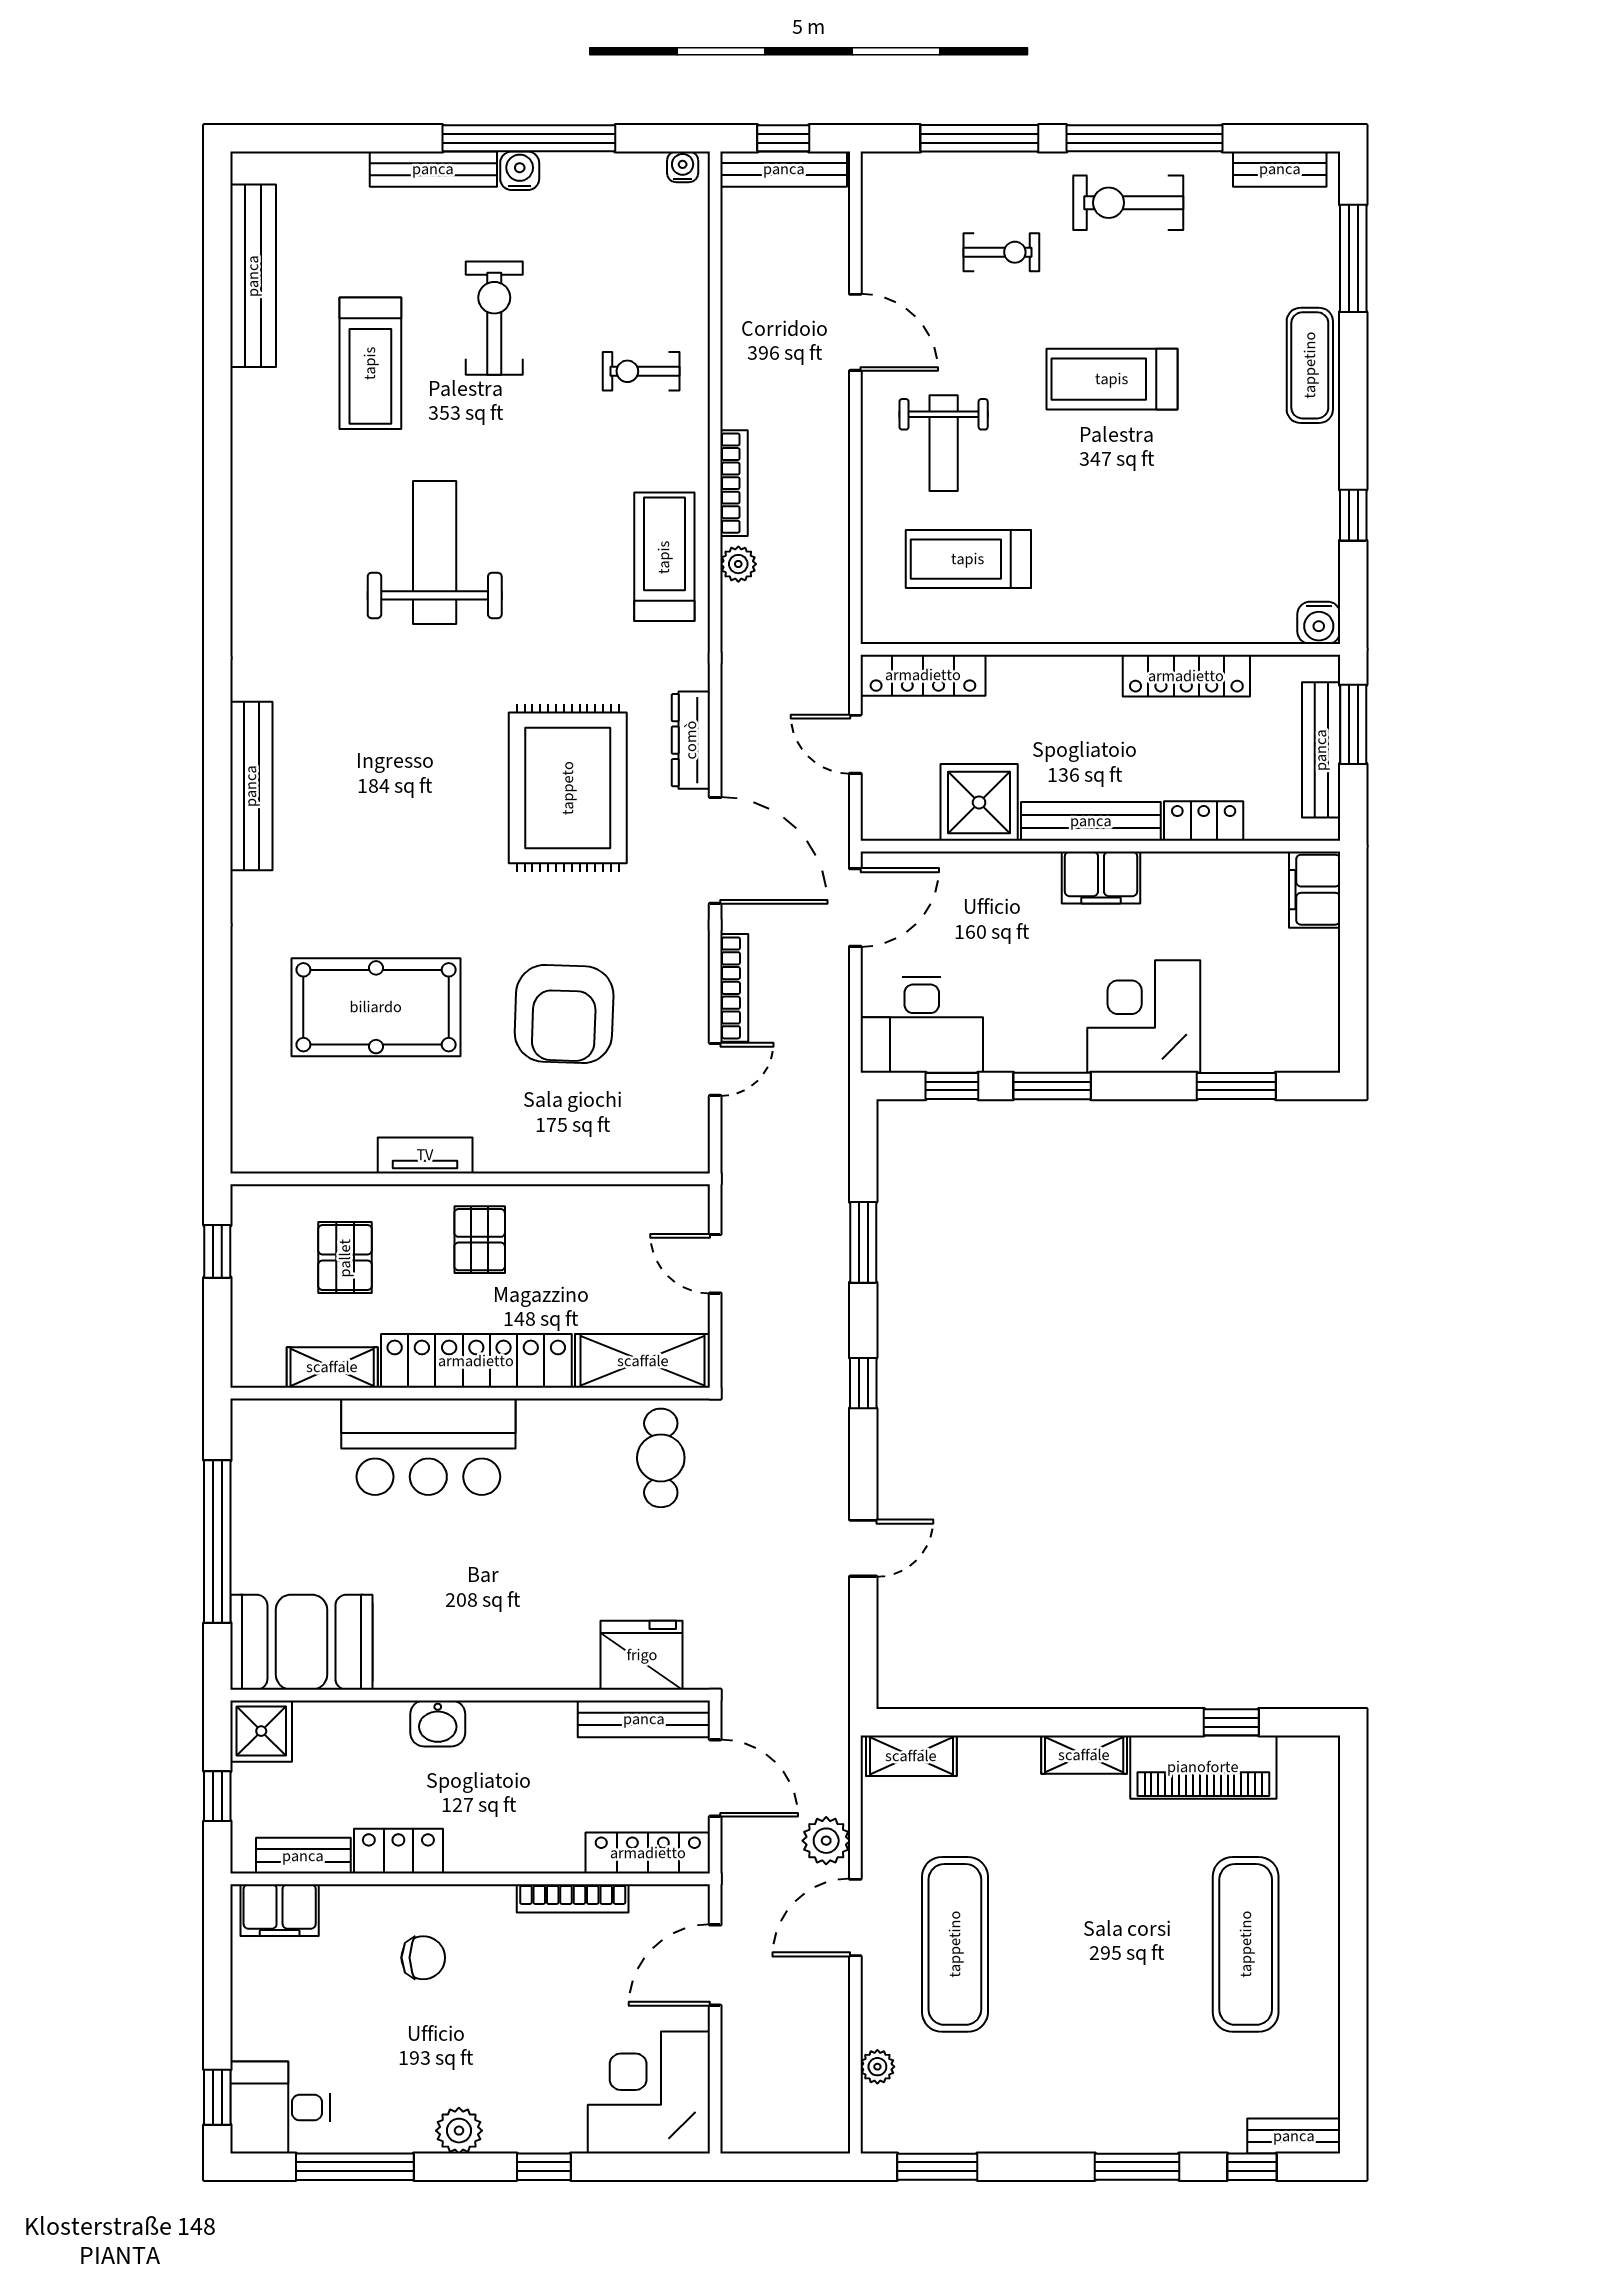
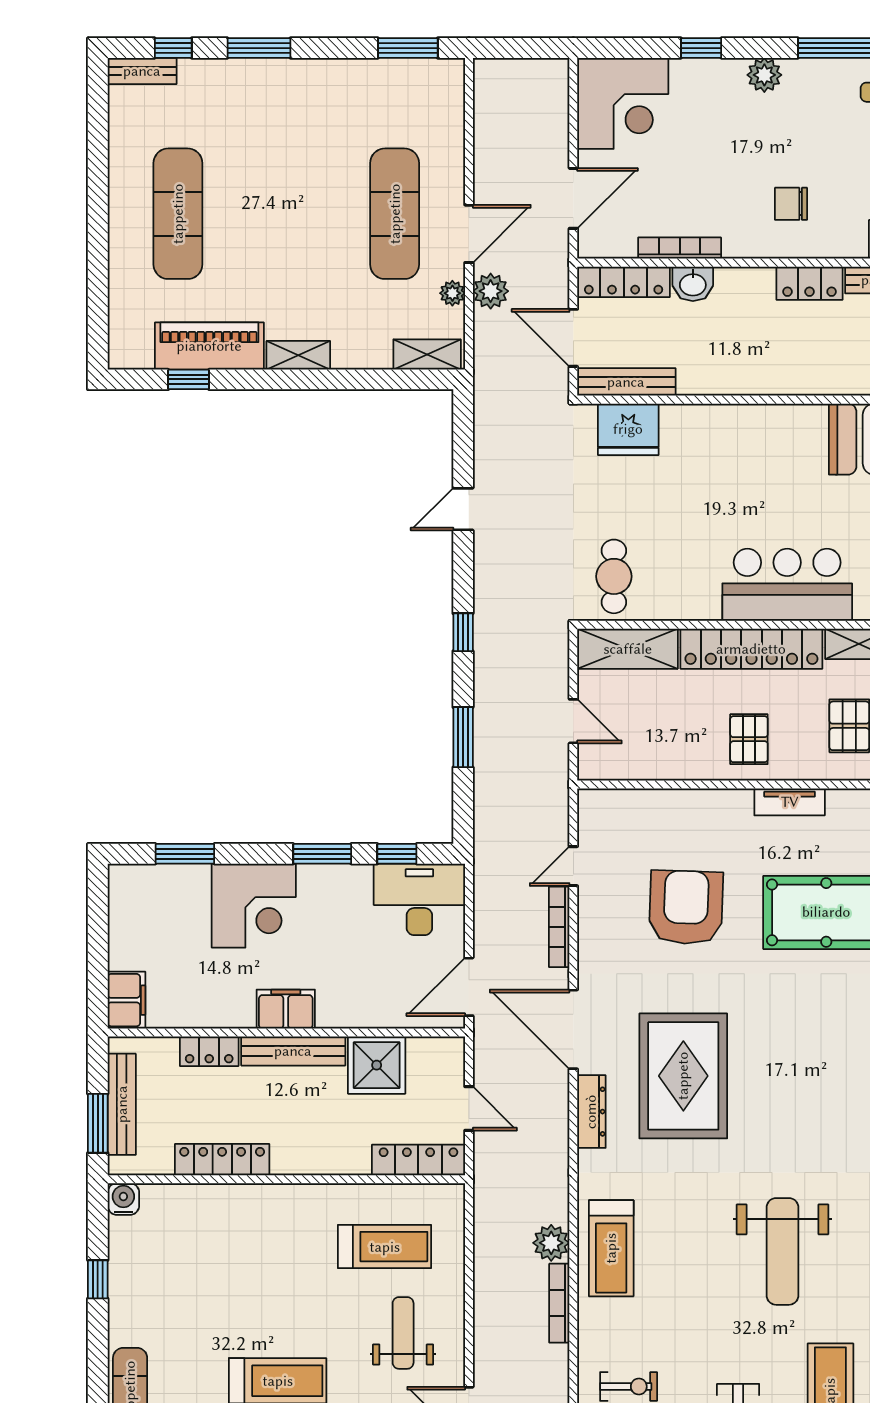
plant: (738, 564) -> (551, 1243), width x1.38, depth x1.38
washbasin: (438, 1723) -> (693, 284), moved, turned 180
plant: (877, 2067) -> (452, 293), moved

